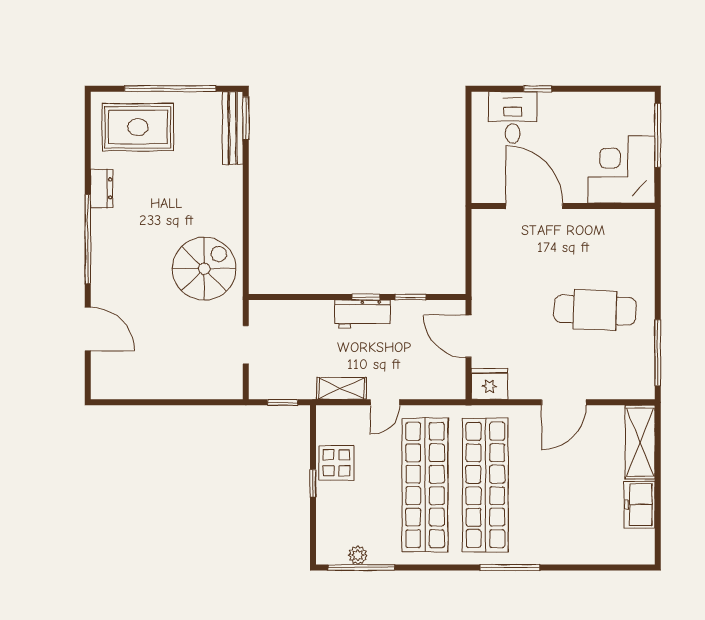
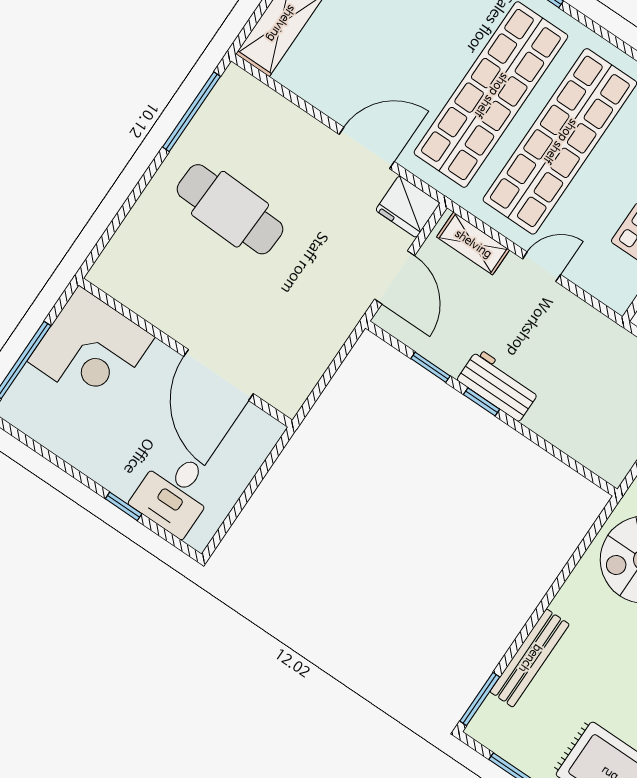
bench: (233, 128) -> (530, 658), moved
shelving: (341, 388) -> (473, 244), moved
door: (564, 402) -> (367, 148), moved

